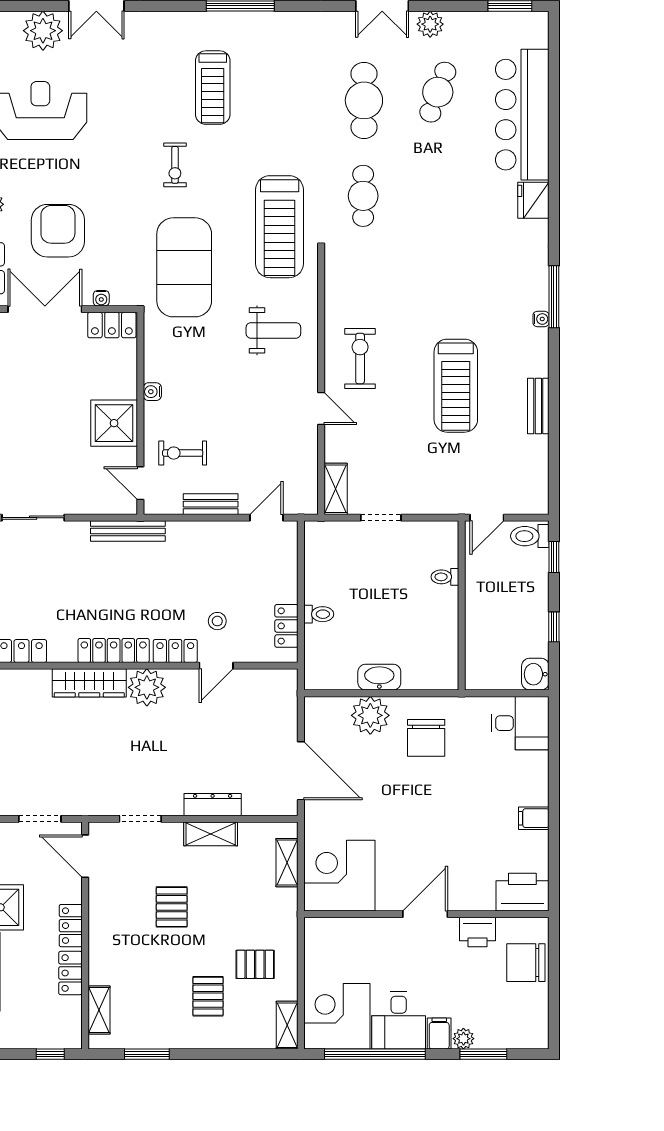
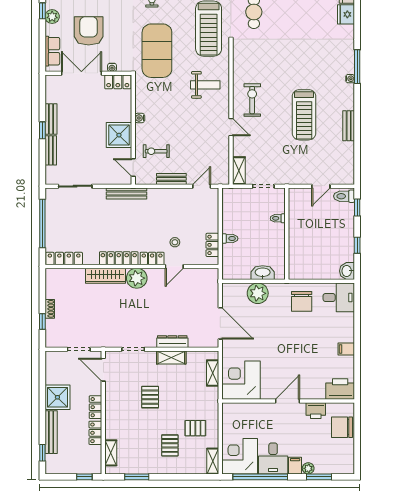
toilet: (445, 577) -> (278, 218), moved
wall: (462, 605) -> (287, 234), moved
chair: (426, 738) -> (302, 301), moved

